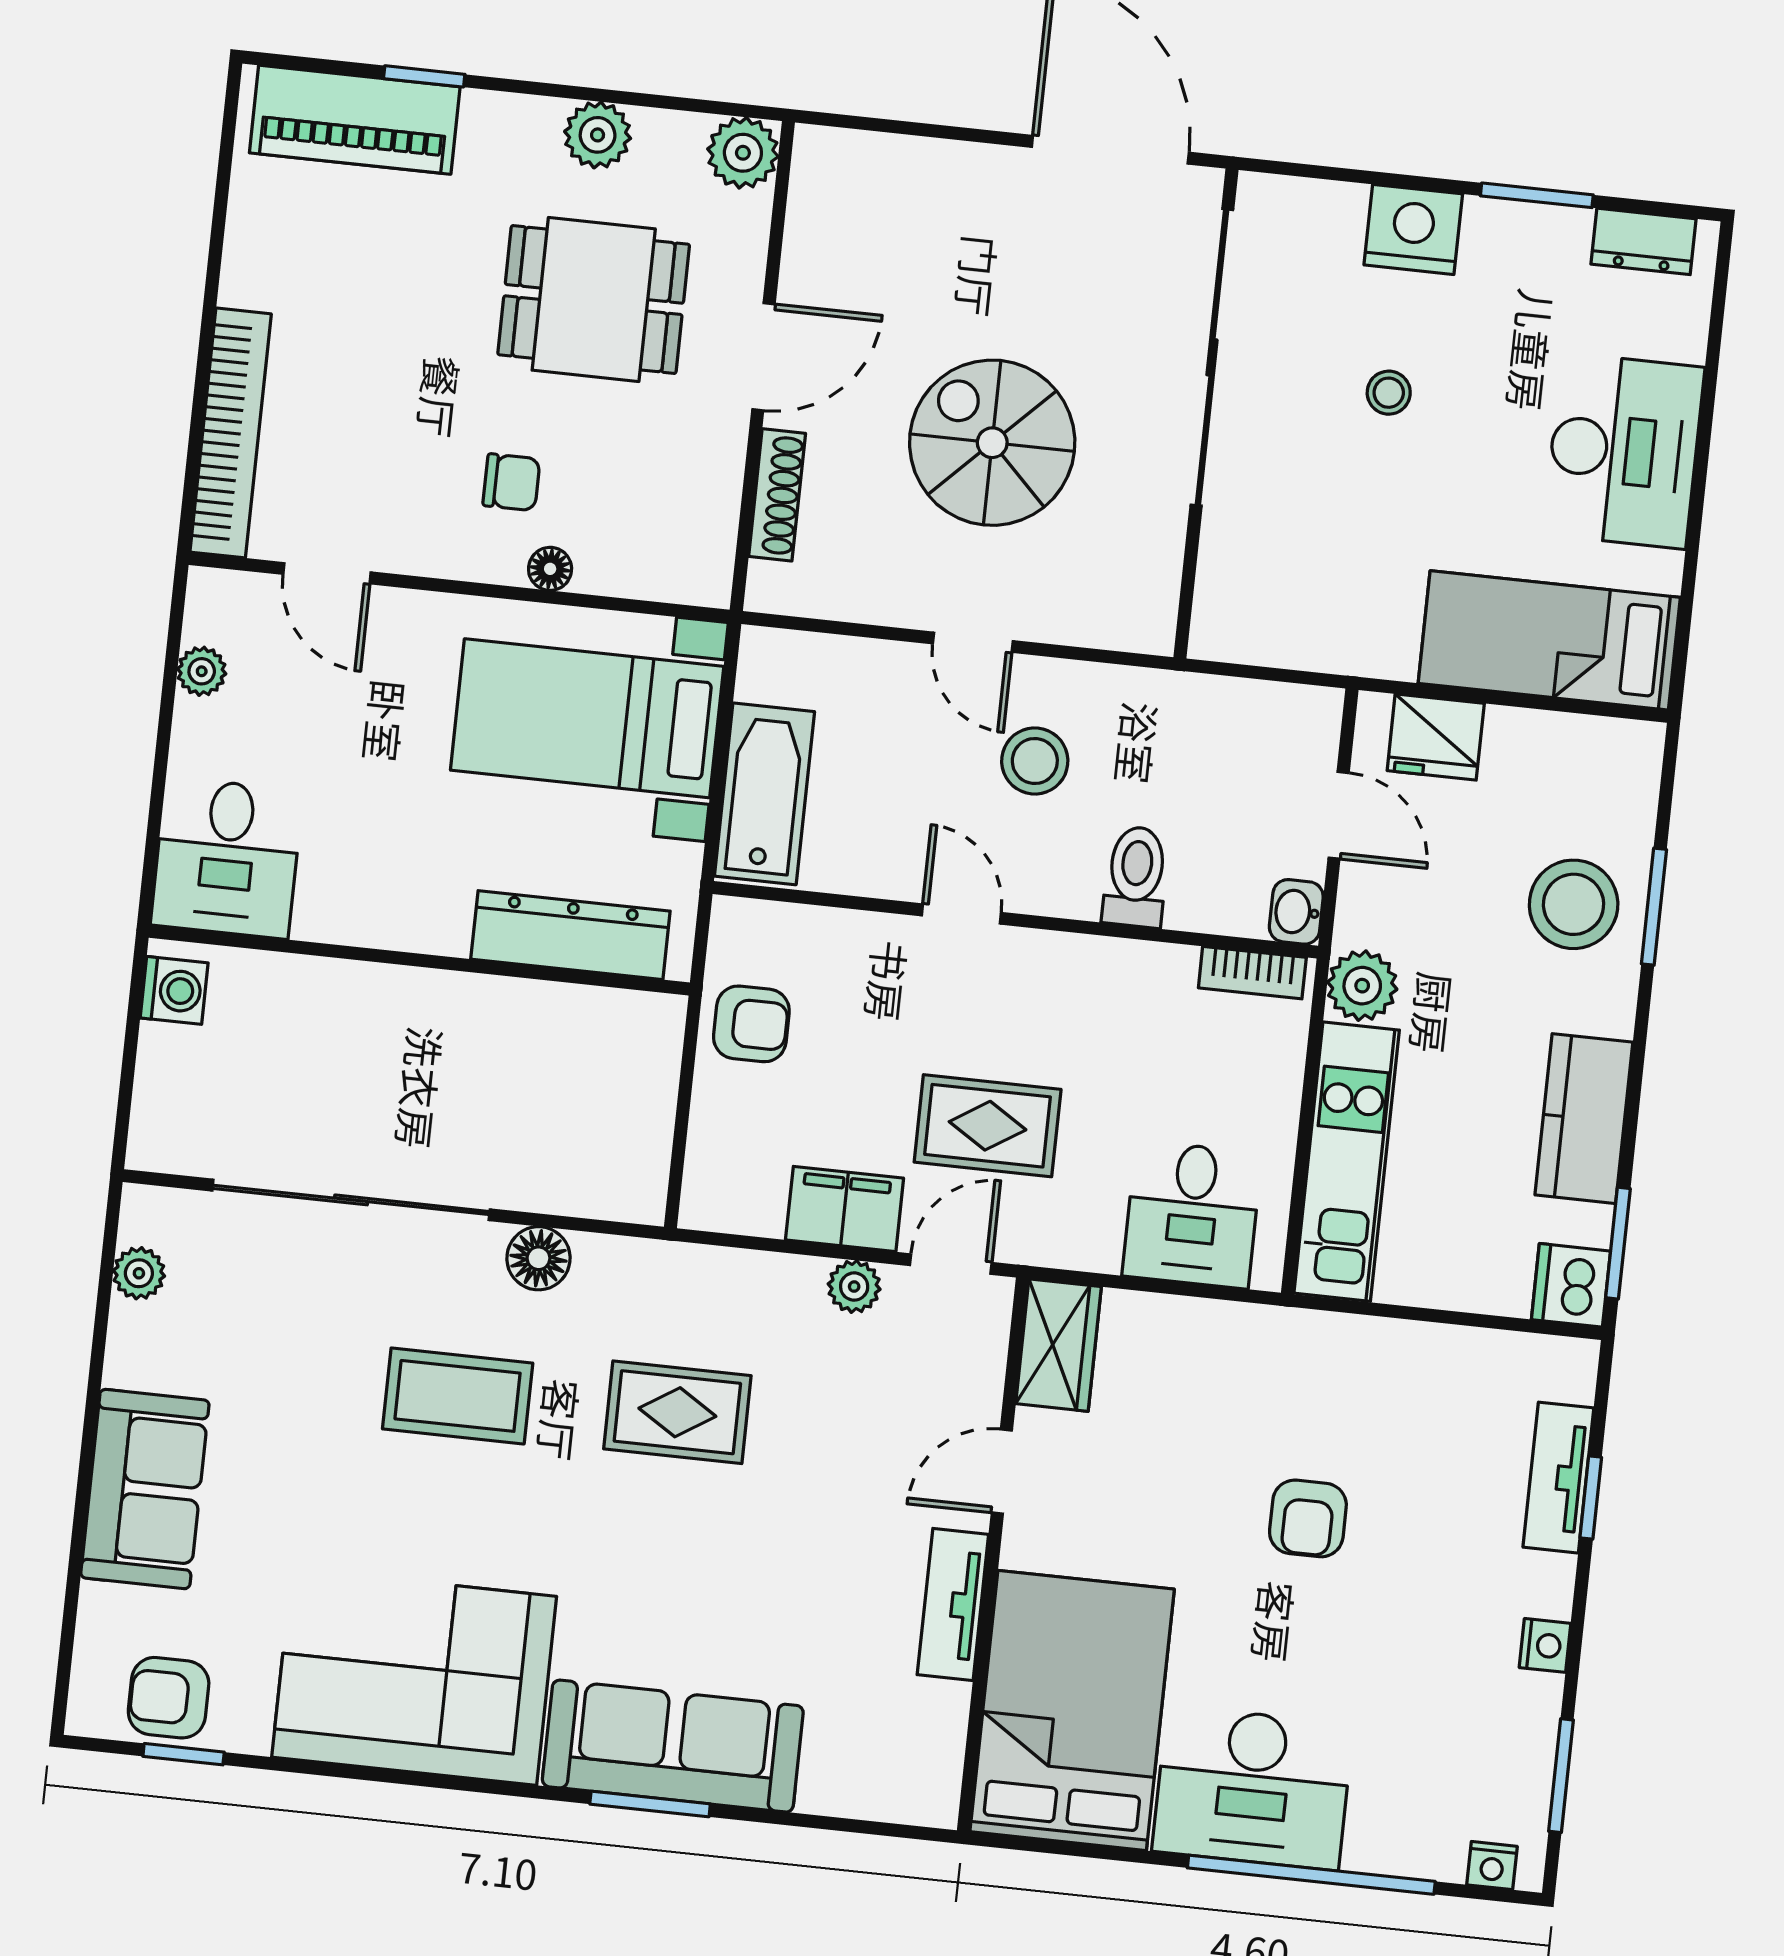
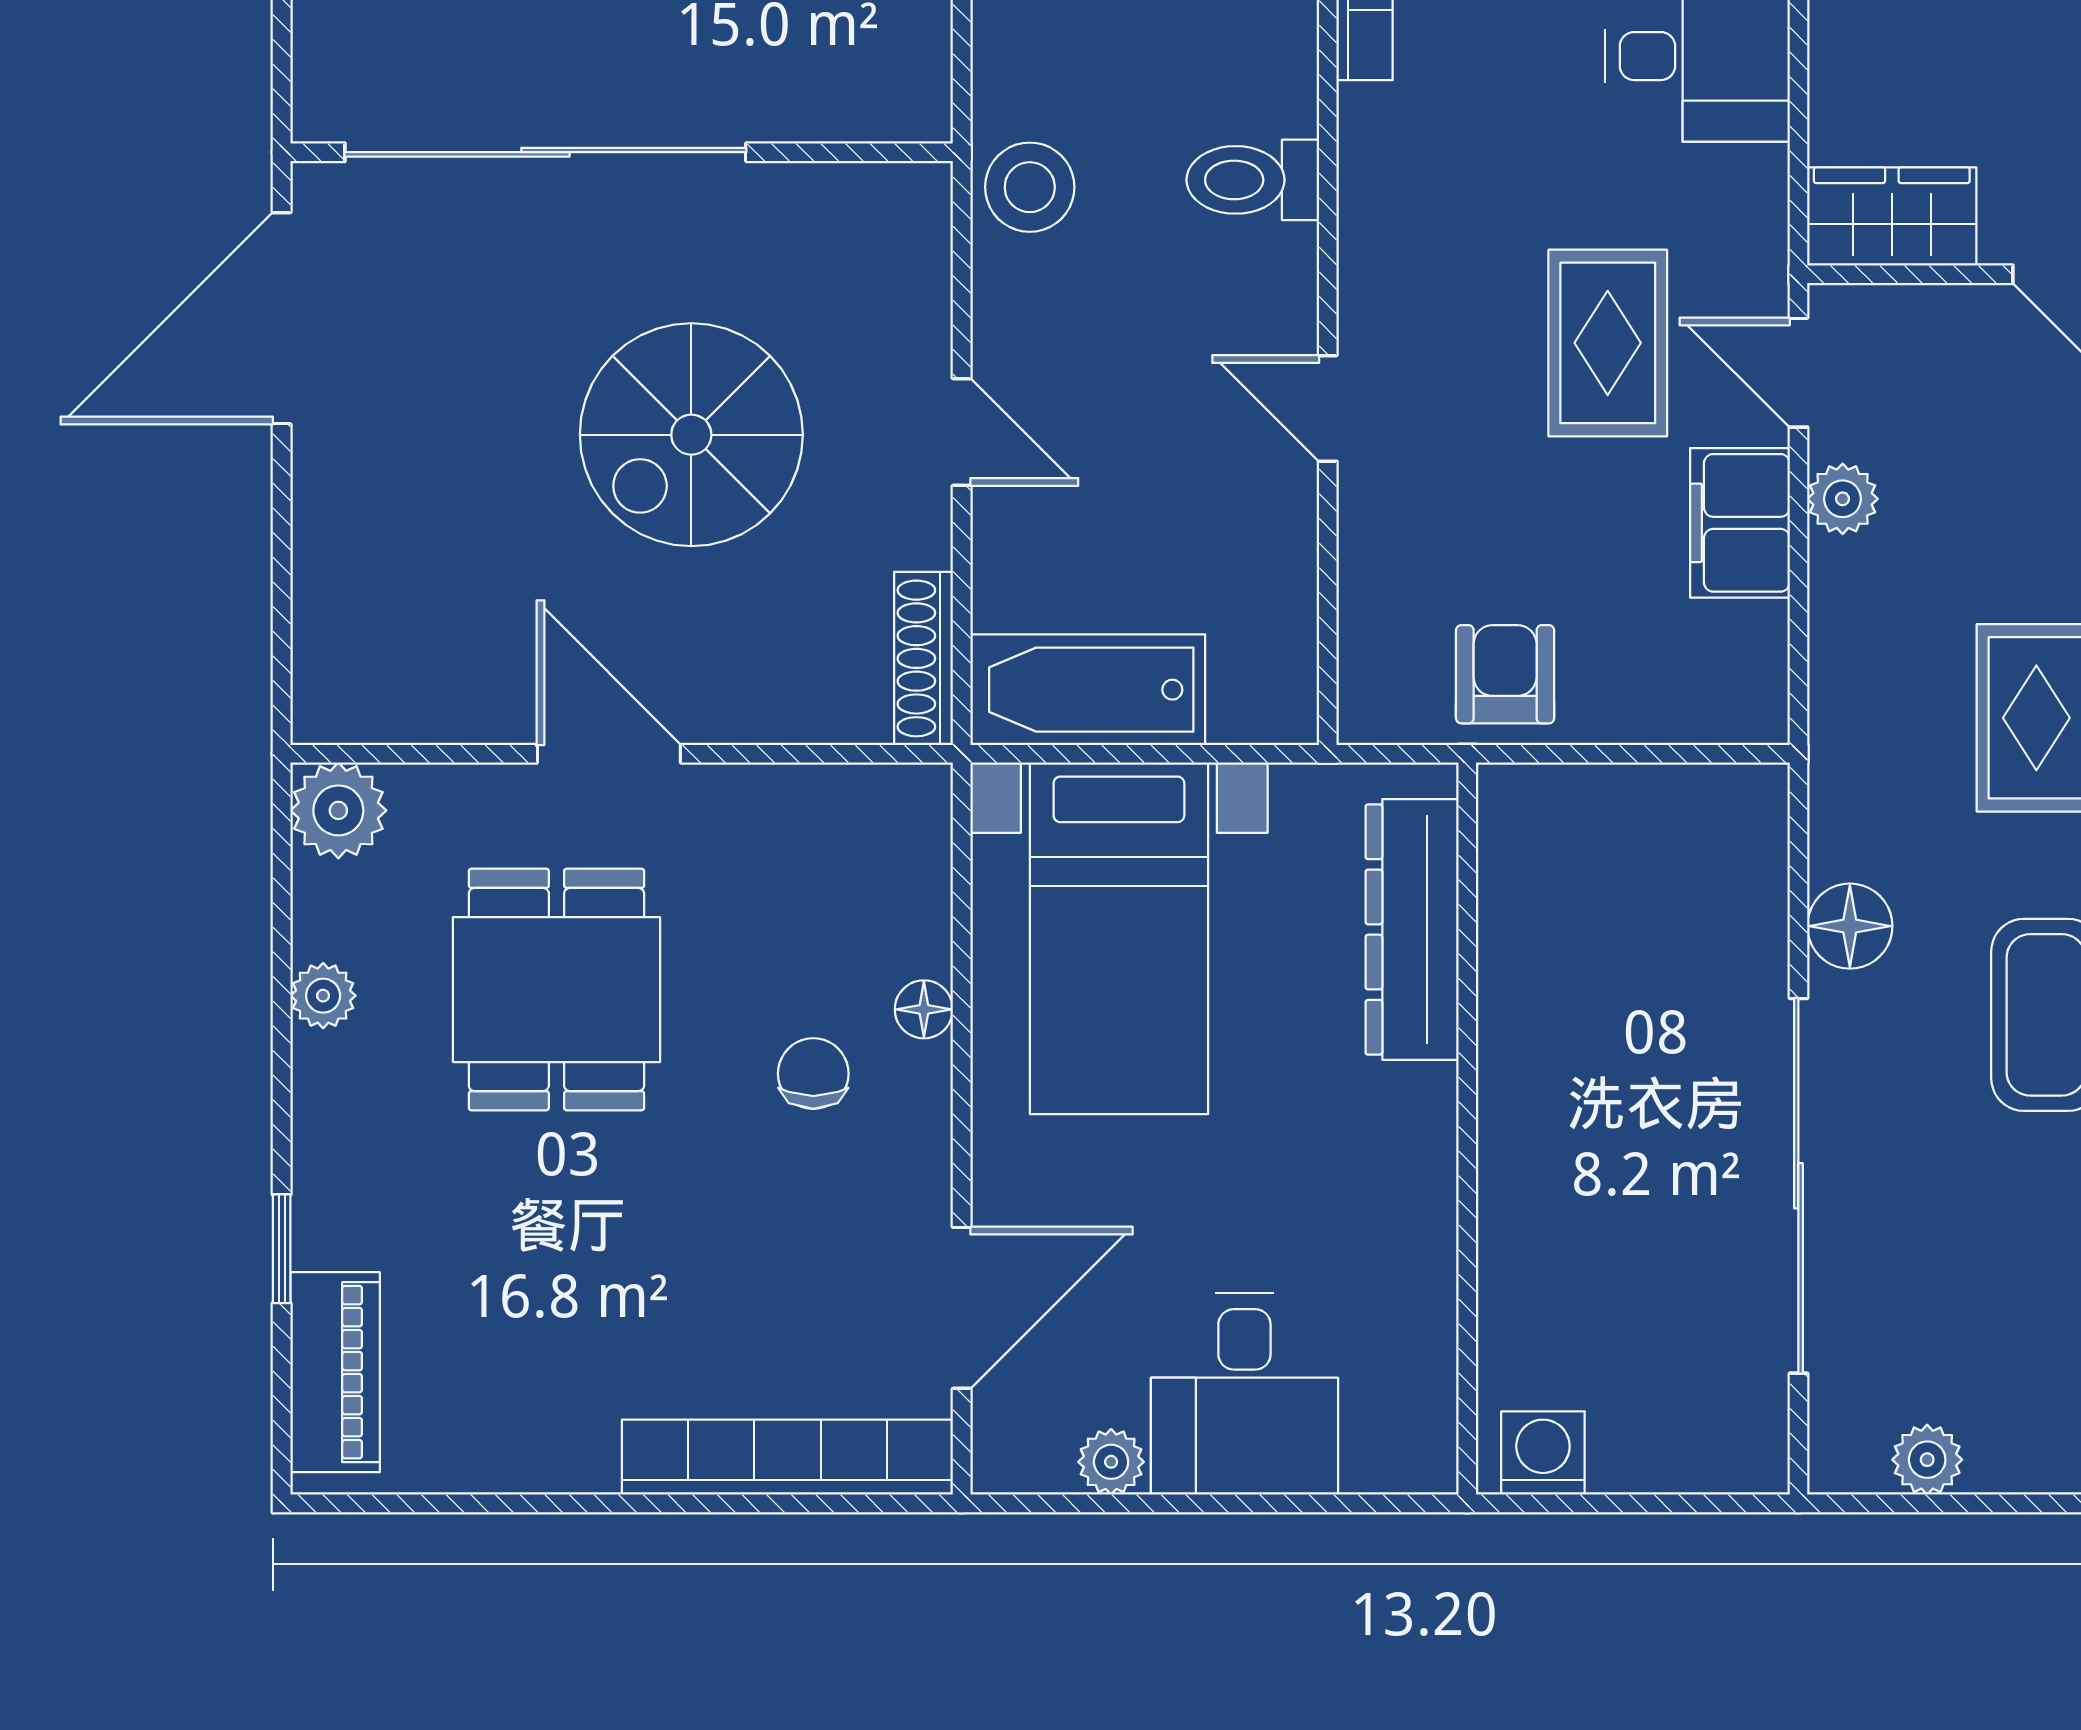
piano: (355, 120) -> (335, 1372), width x0.73, depth x0.75
plant: (598, 135) -> (323, 996), width x0.73, depth x0.73
shoe rack: (777, 495) -> (923, 658), moved, turned -90
door: (327, 573) -> (962, 1308), width x1.38
door: (973, 642) -> (962, 432), hinge flipped
stool: (1035, 761) -> (1030, 187), moved
bathtub: (764, 794) -> (1088, 690), moved
desk: (227, 858) -> (1244, 1394), moved, turned 90
door: (961, 914) -> (1328, 408), hinge flipped

